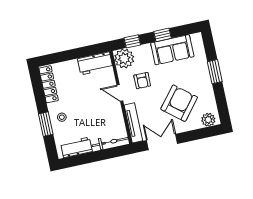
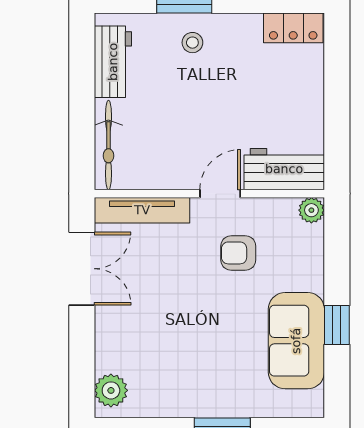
window: (132, 41) -> (337, 249), removed
plant: (124, 59) -> (311, 210), width x0.53, depth x0.53
workbench: (95, 63) -> (284, 169), moved, turned 90
locker: (49, 84) -> (293, 28), width x0.66
armchair: (179, 103) -> (165, 329), removed

